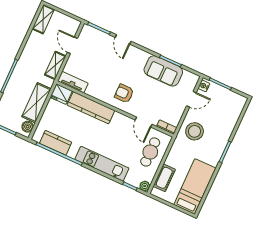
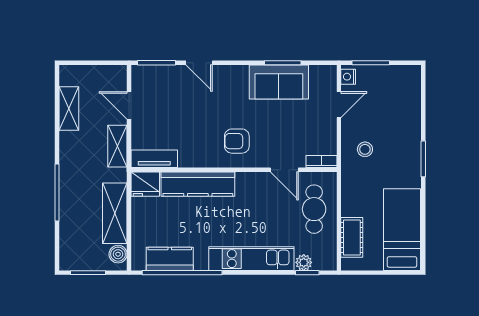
shelving: (43, 19) -> (69, 109), moved
stool: (195, 131) -> (365, 149), width x0.53, depth x0.53
plant: (145, 186) -> (304, 262), moved

